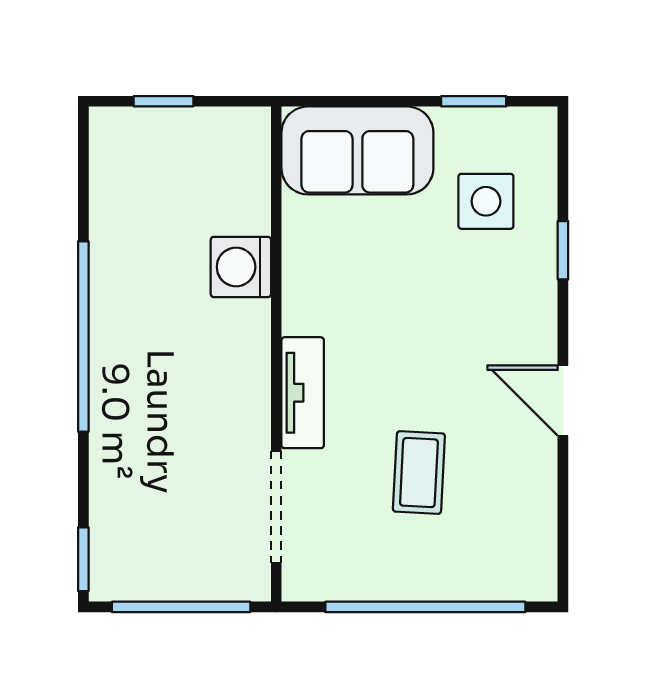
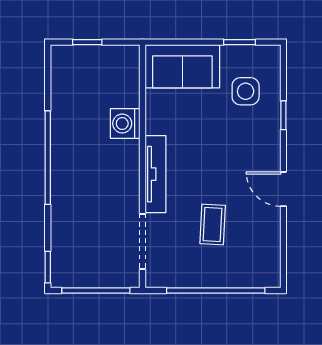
tv unit: (303, 393) -> (155, 174), width x1.41

